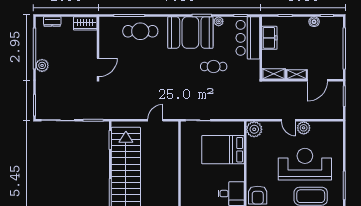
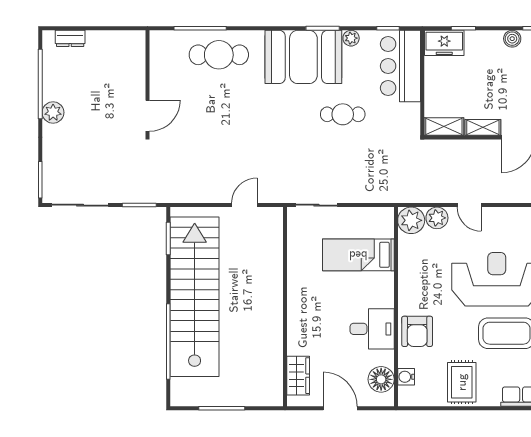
wardrobe: (85, 23) -> (126, 42), removed
freezer: (269, 38) -> (444, 43), moved, turned 90
plant: (304, 128) -> (437, 218), moved
bed: (223, 150) -> (358, 255), width x0.67

